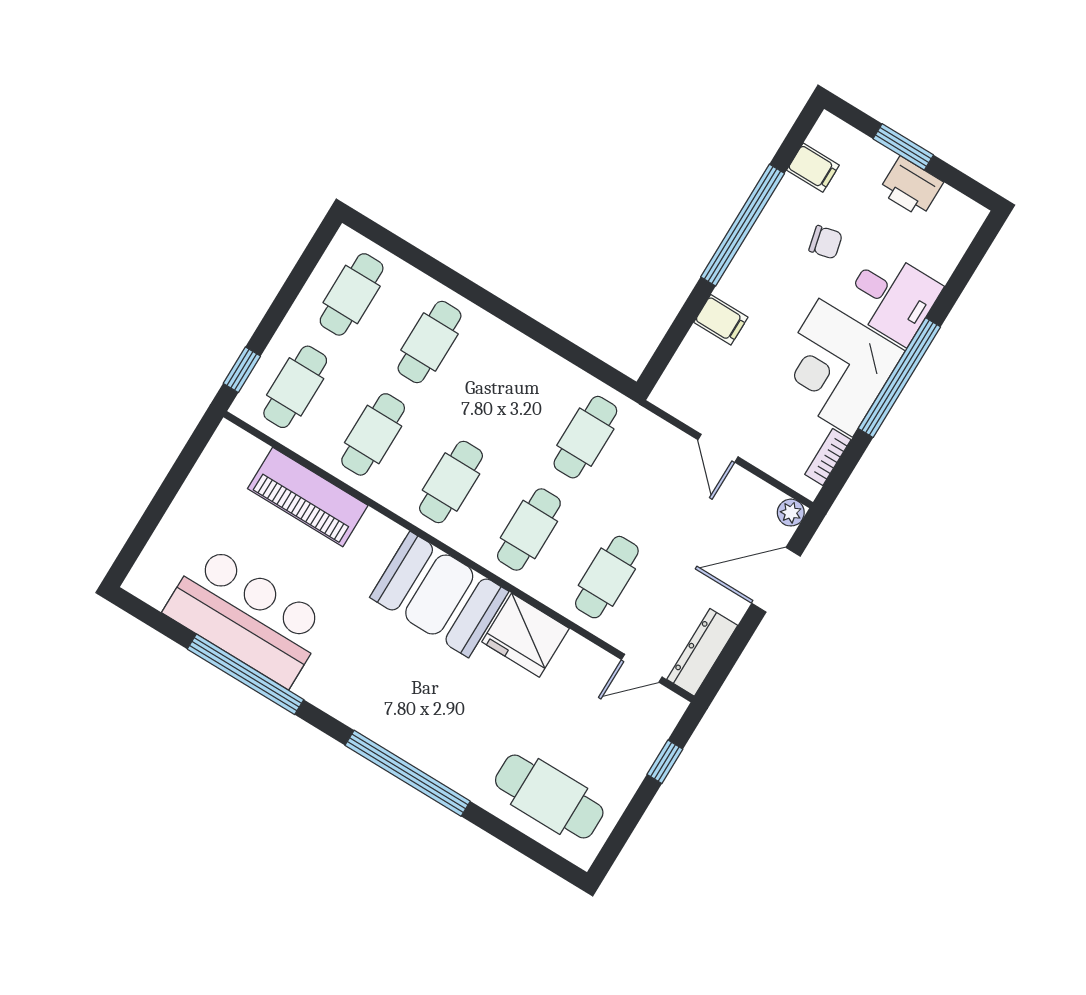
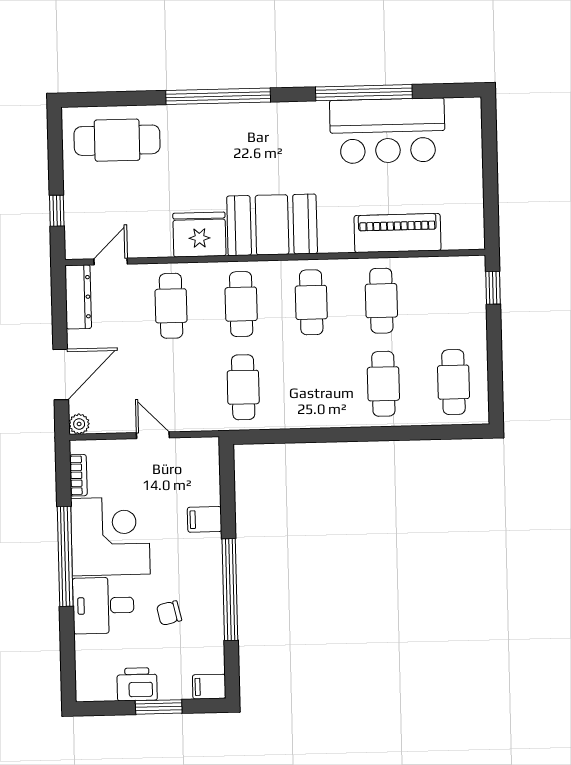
filing cabinet: (813, 168) -> (209, 687), moved
cafe table: (295, 387) -> (451, 299), removed

